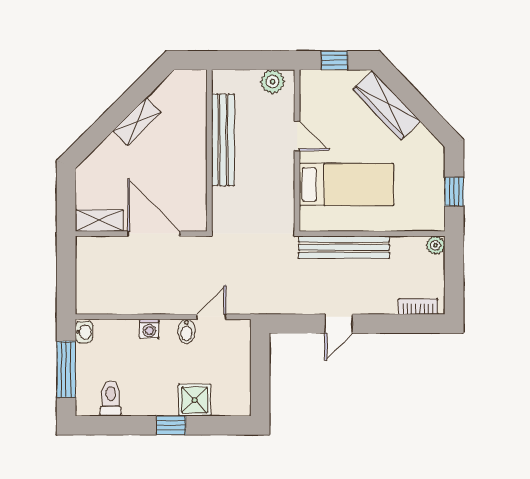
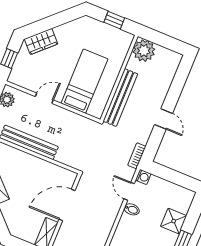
wardrobe: (387, 105) -> (41, 41), width x0.67
plant: (436, 245) -> (144, 51), width x1.88, depth x1.88
bookcase: (418, 307) -> (137, 156), moved
washing machine: (149, 329) -> (143, 177), moved

